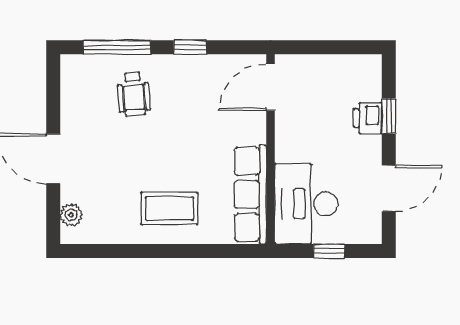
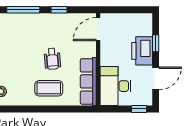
wheelchair: (134, 94) -> (52, 59), moved
printer: (368, 118) -> (142, 51), width x1.87, depth x1.48
window: (329, 251) -> (139, 109), moved

